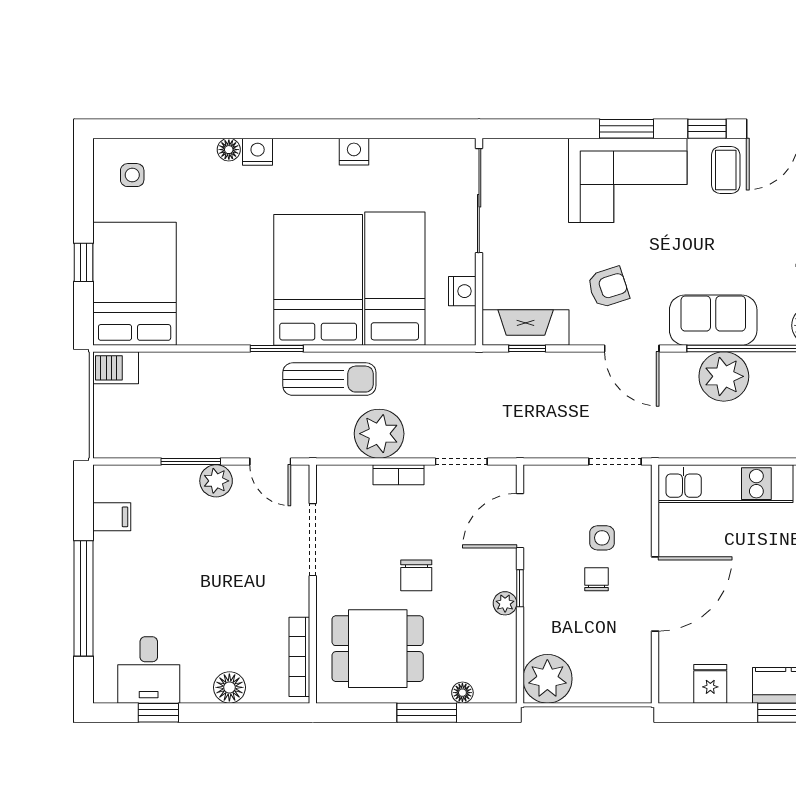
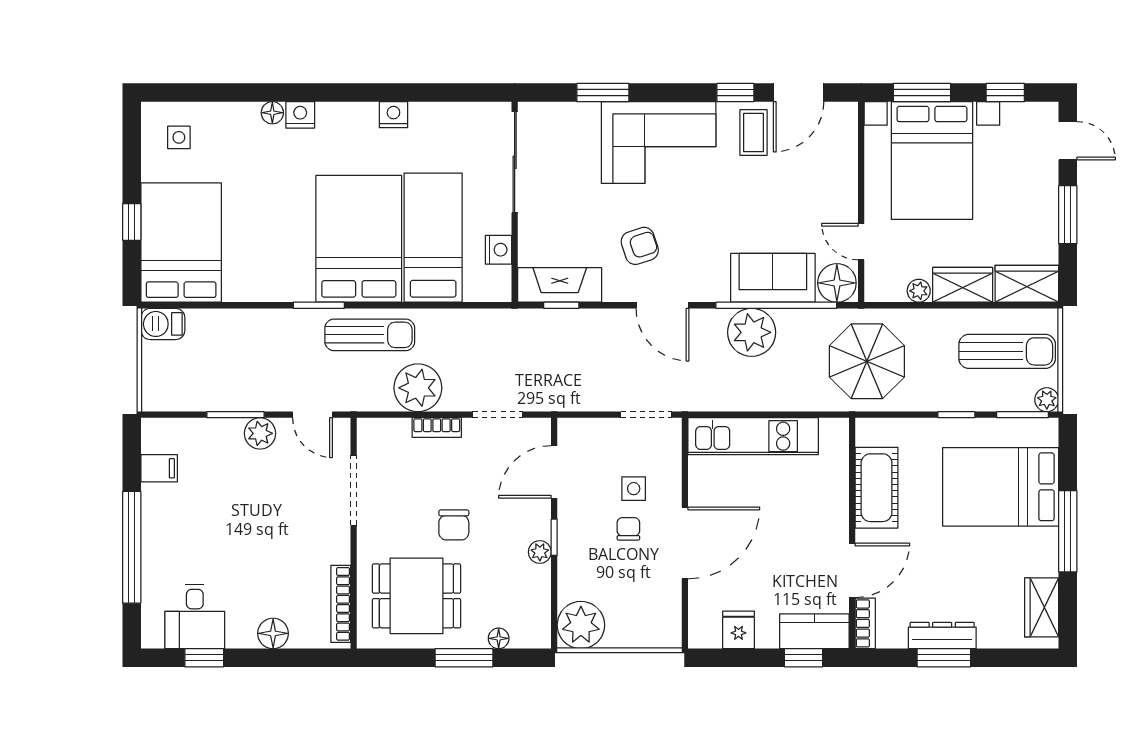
window: (627, 129) -> (603, 93), moved
sofa: (713, 320) -> (773, 278), moved

